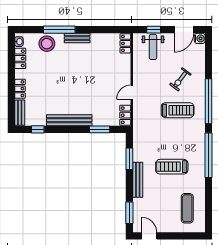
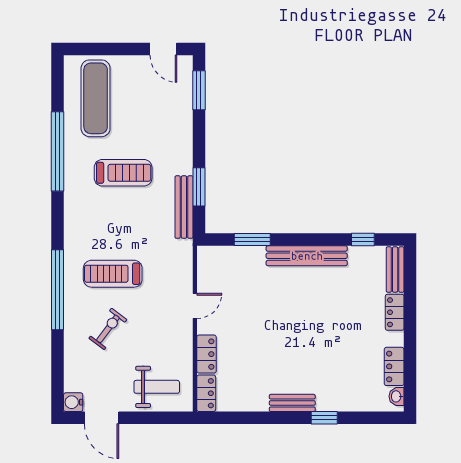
window: (59, 30) -> (324, 418), width x0.46
window: (154, 30) -> (156, 418), removed
door: (184, 30) -> (102, 418), swing flipped
stool: (47, 44) -> (347, 393), removed
weight bench: (153, 47) -> (157, 387), turned 90
locker: (125, 115) -> (207, 354), moved
window: (208, 155) -> (58, 151), moved
bench: (138, 180) -> (184, 207), moved
exercise mat: (187, 208) -> (96, 98), width x1.36, depth x1.45

